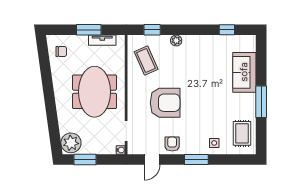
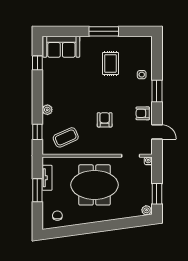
sofa: (244, 72) -> (61, 47), moved
armchair: (165, 103) -> (105, 120), width x0.53, depth x0.53
rug: (242, 133) -> (110, 63), moved, turned 90
plant: (71, 143) -> (147, 210), width x0.53, depth x0.53

